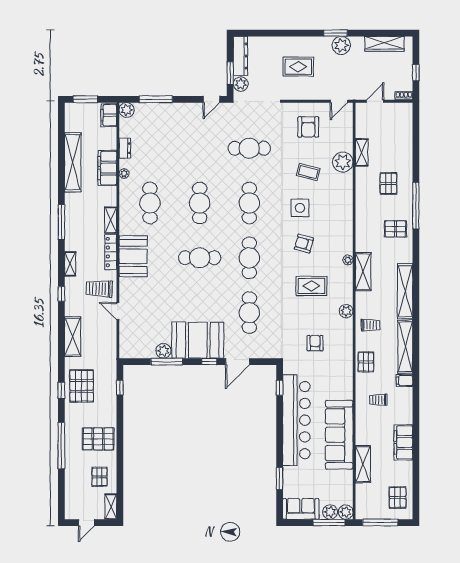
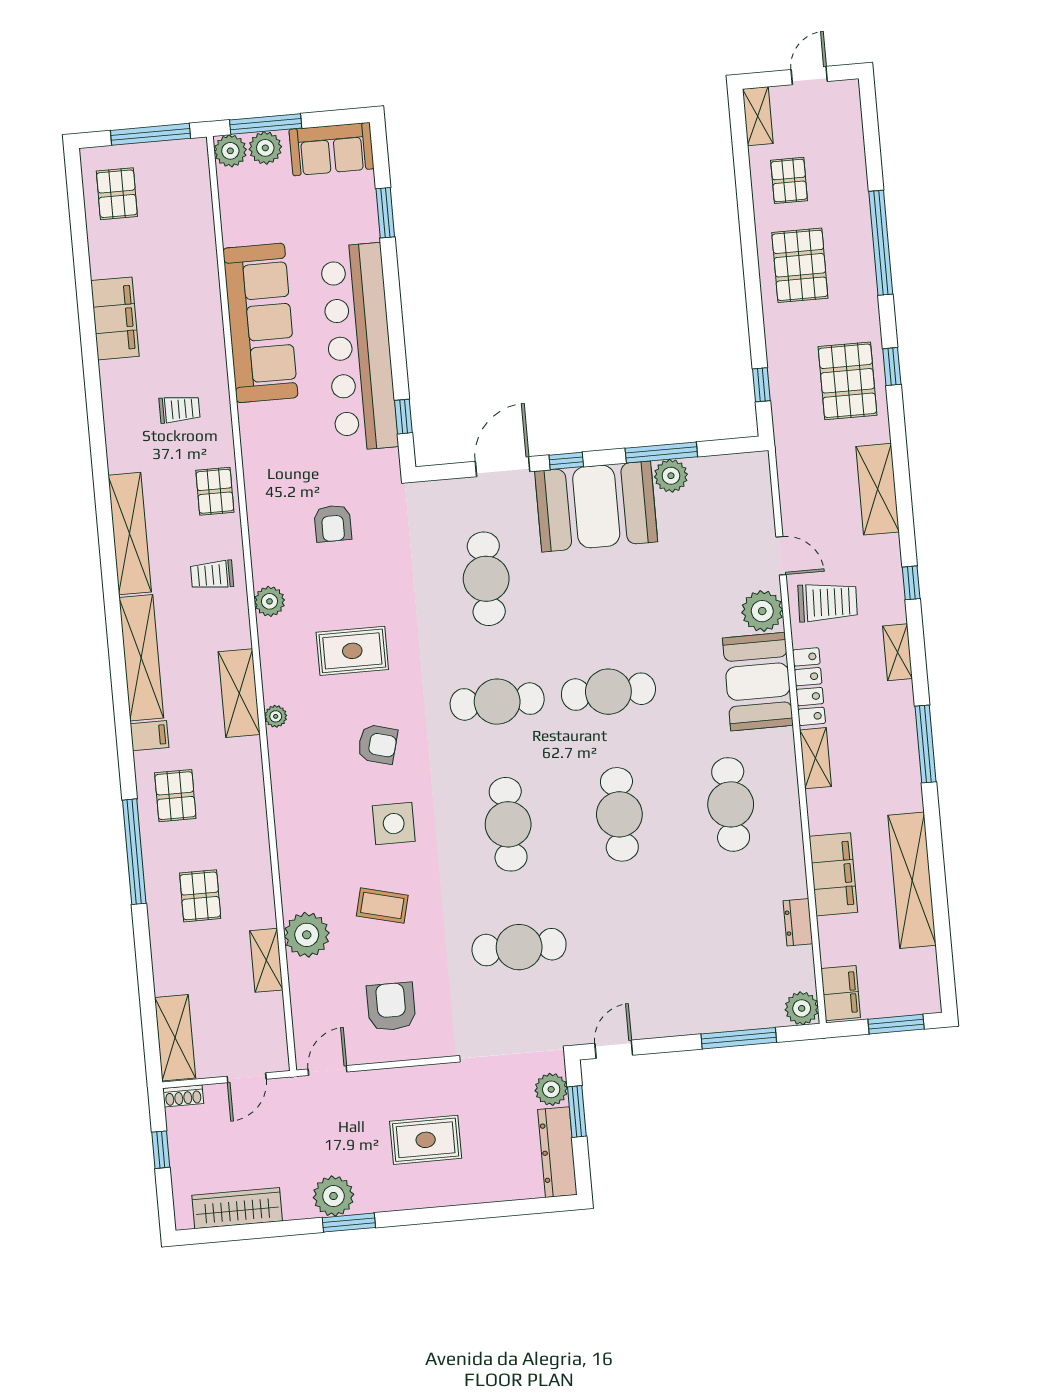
plant: (124, 173) -> (762, 611), moved, width x1.88, depth x1.88
pallet: (395, 229) -> (175, 796), turned 90
cafe table: (249, 258) -> (497, 702), turned 90
filing cabinet: (404, 381) -> (150, 736), moved
pallet: (98, 439) -> (800, 265), turned 90
shelving: (363, 464) -> (175, 1038), moved

